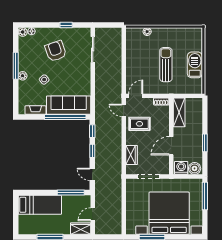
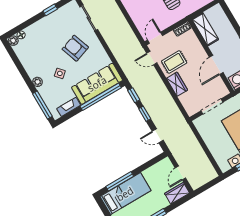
armchair: (56, 51) -> (75, 48), moved
window: (16, 66) -> (42, 105), moved
wardrobe: (131, 155) -> (177, 84), moved
window: (71, 193) -> (120, 181), moved

